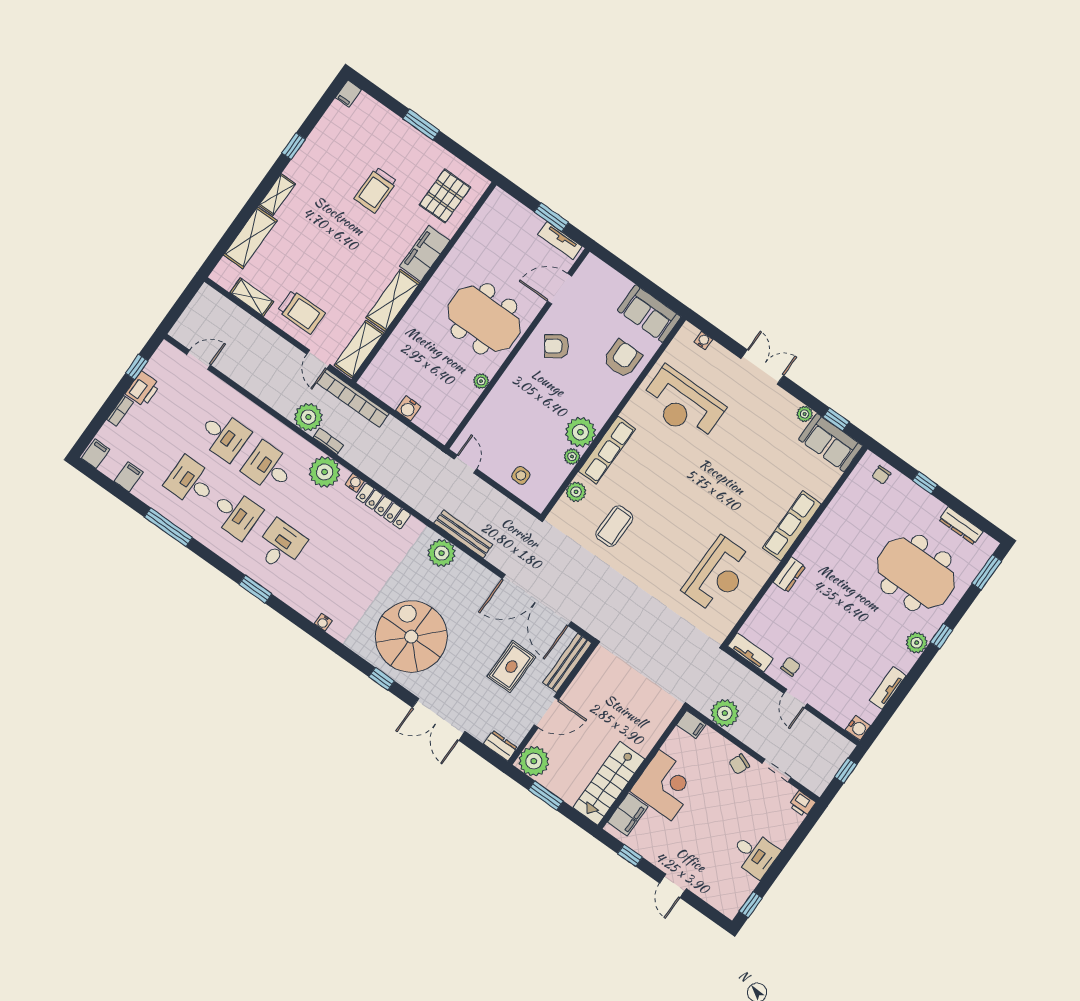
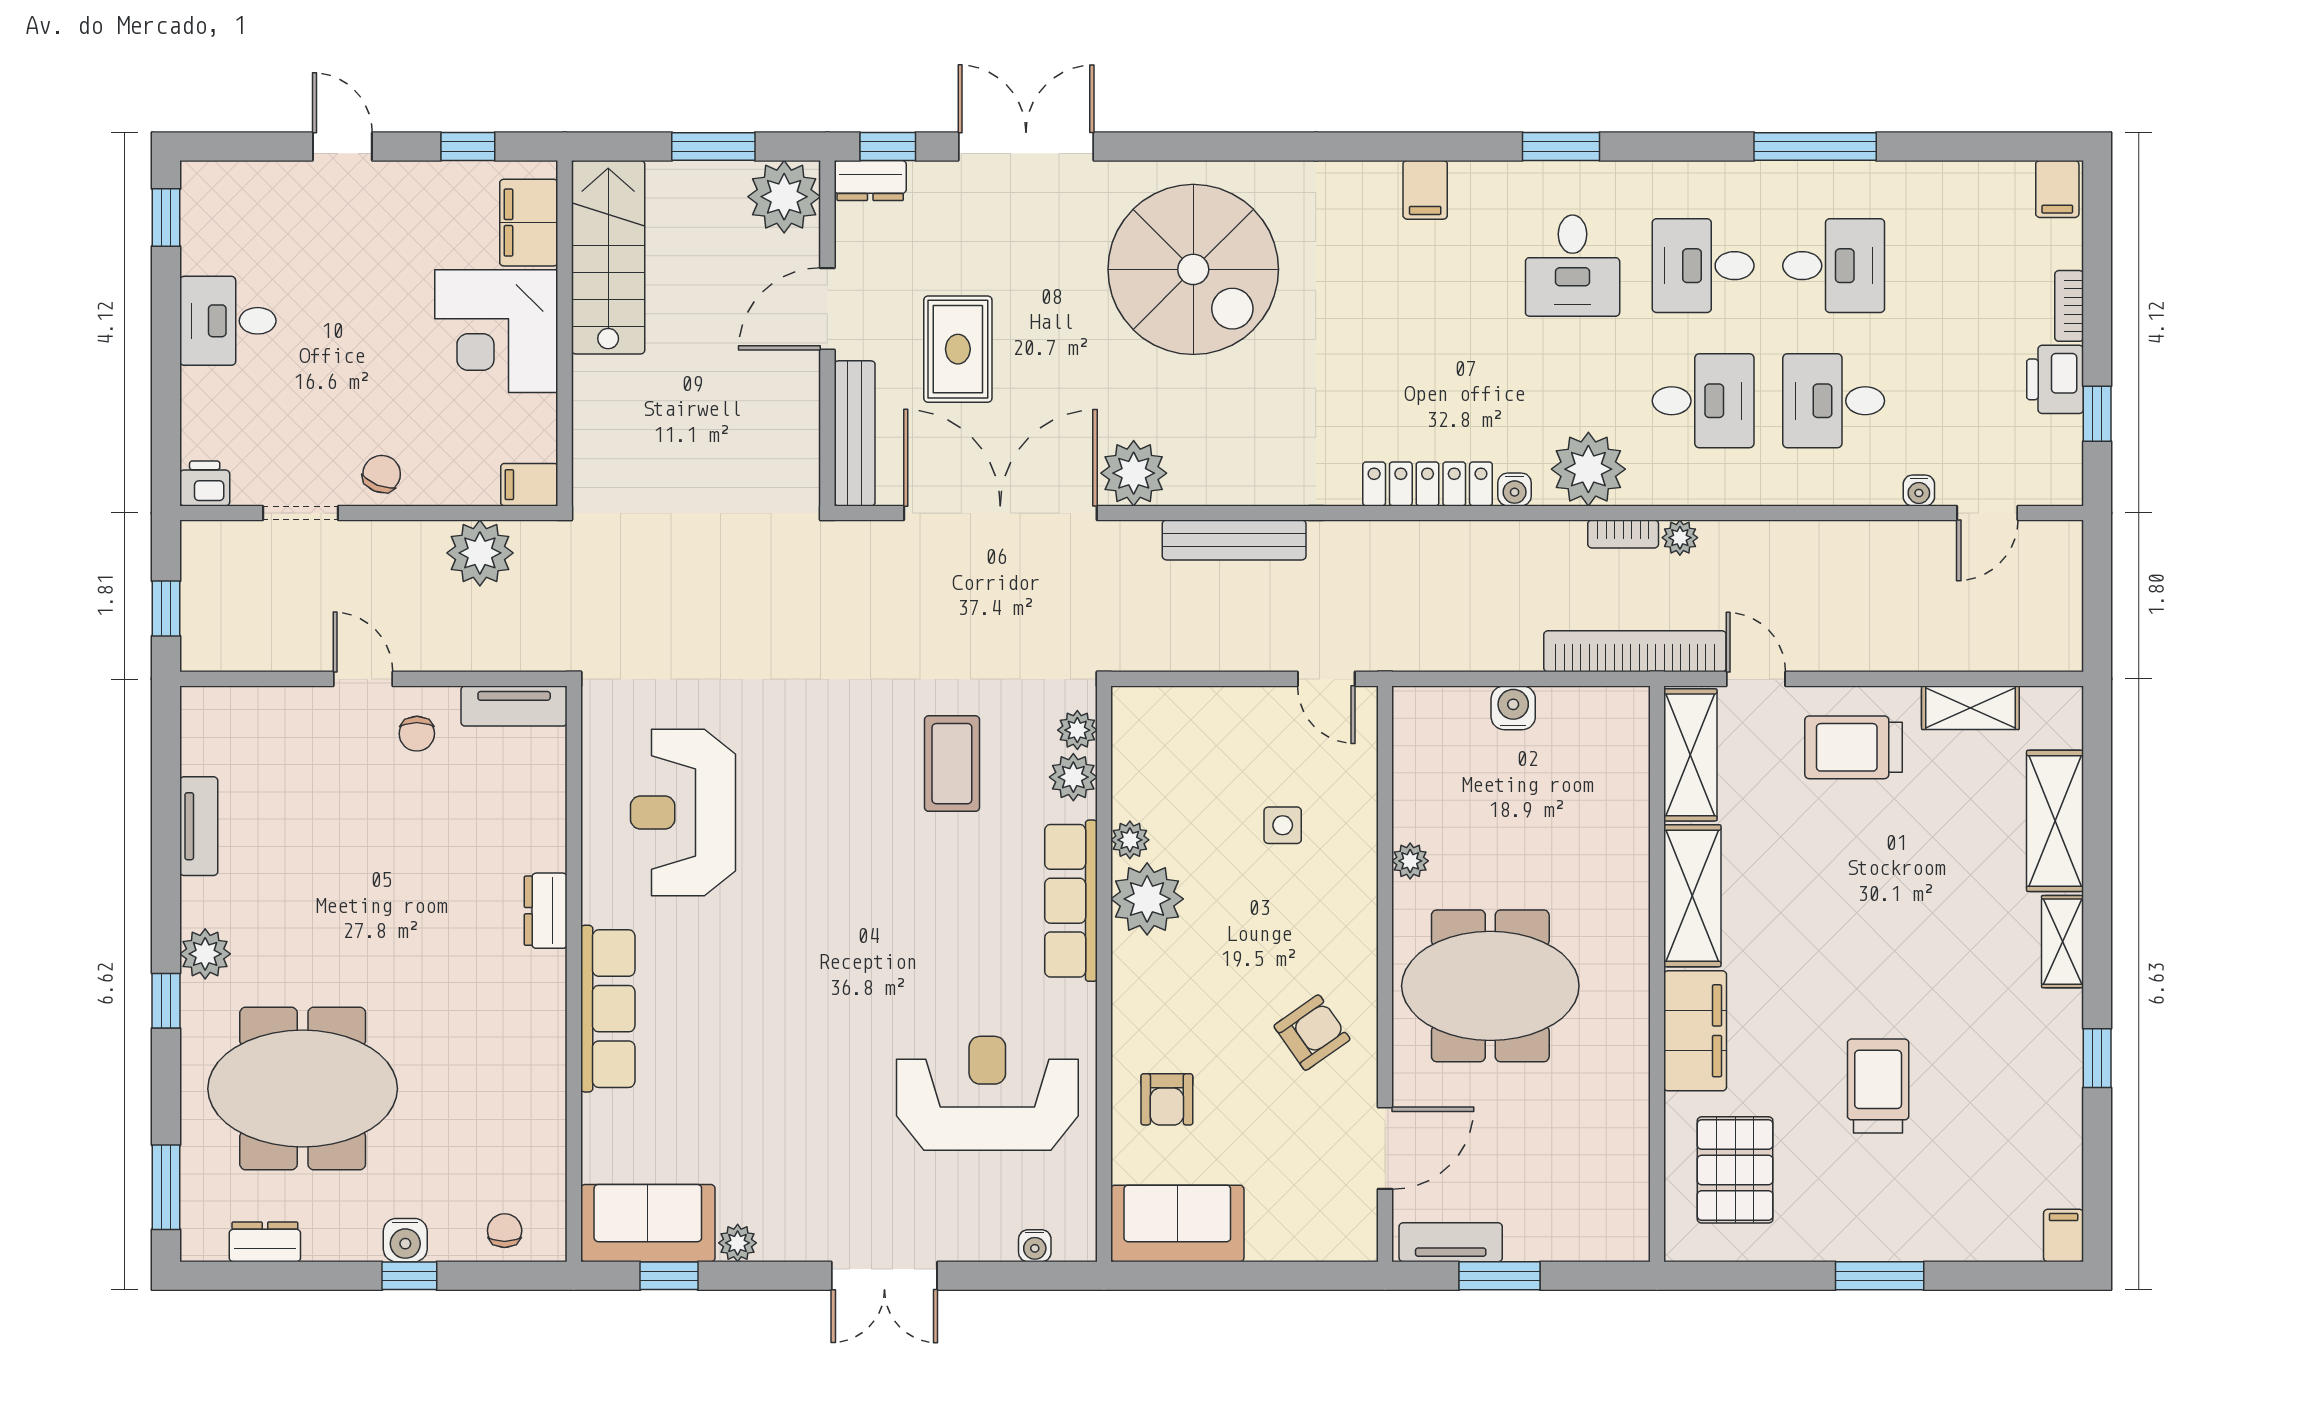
armchair: (622, 359) -> (1167, 1099), width x0.72, depth x0.72
plant: (308, 417) -> (1680, 538), width x0.53, depth x0.53
side table: (521, 475) -> (1283, 825), moved
filing cabinet: (129, 477) -> (1425, 190), moved
plant: (563, 507) -> (1077, 730), added
dresser: (961, 526) -> (265, 1242), width x0.70
plant: (442, 553) -> (1134, 473), moved
water cooler: (323, 622) -> (1919, 491), moved, turned 180
window: (382, 679) -> (888, 147), moved
water cooler: (858, 728) -> (405, 1240), moved, turned -90

